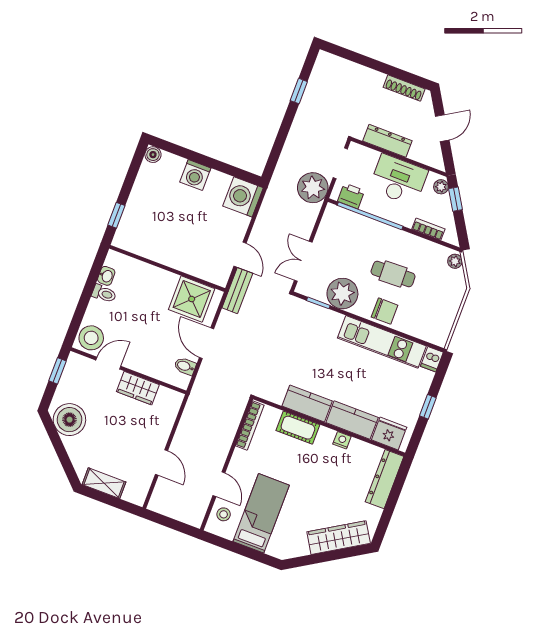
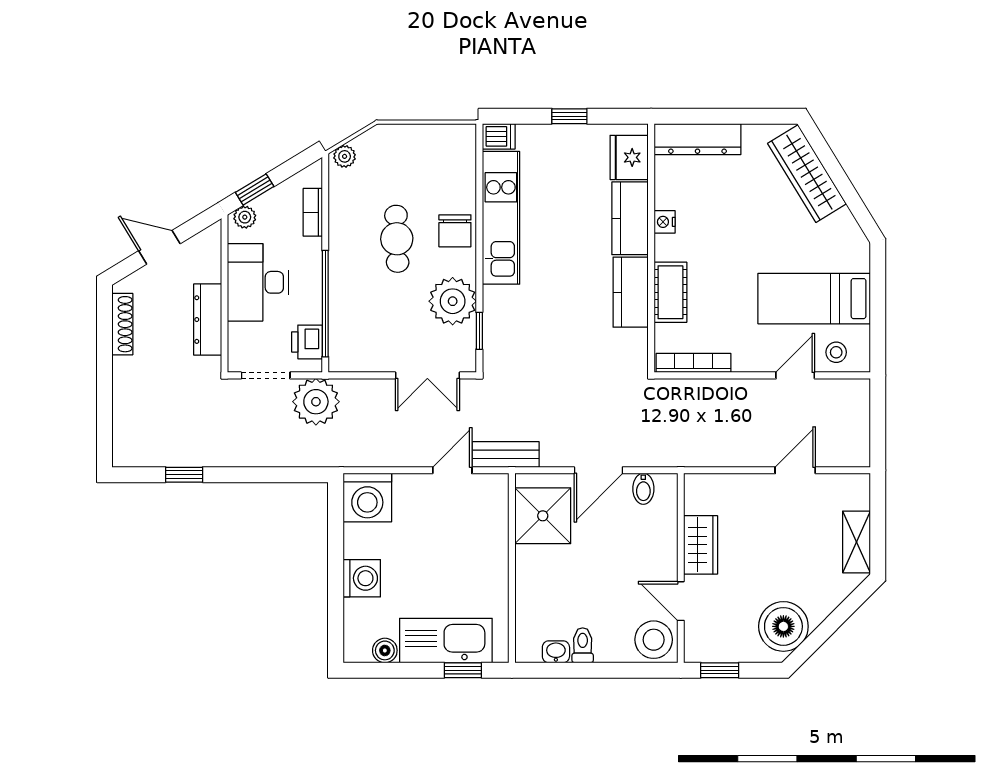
boiler: (153, 155) -> (385, 650), moved
kitchen sink: (138, 212) -> (446, 641), added
chair: (385, 311) -> (455, 231), turned 180

